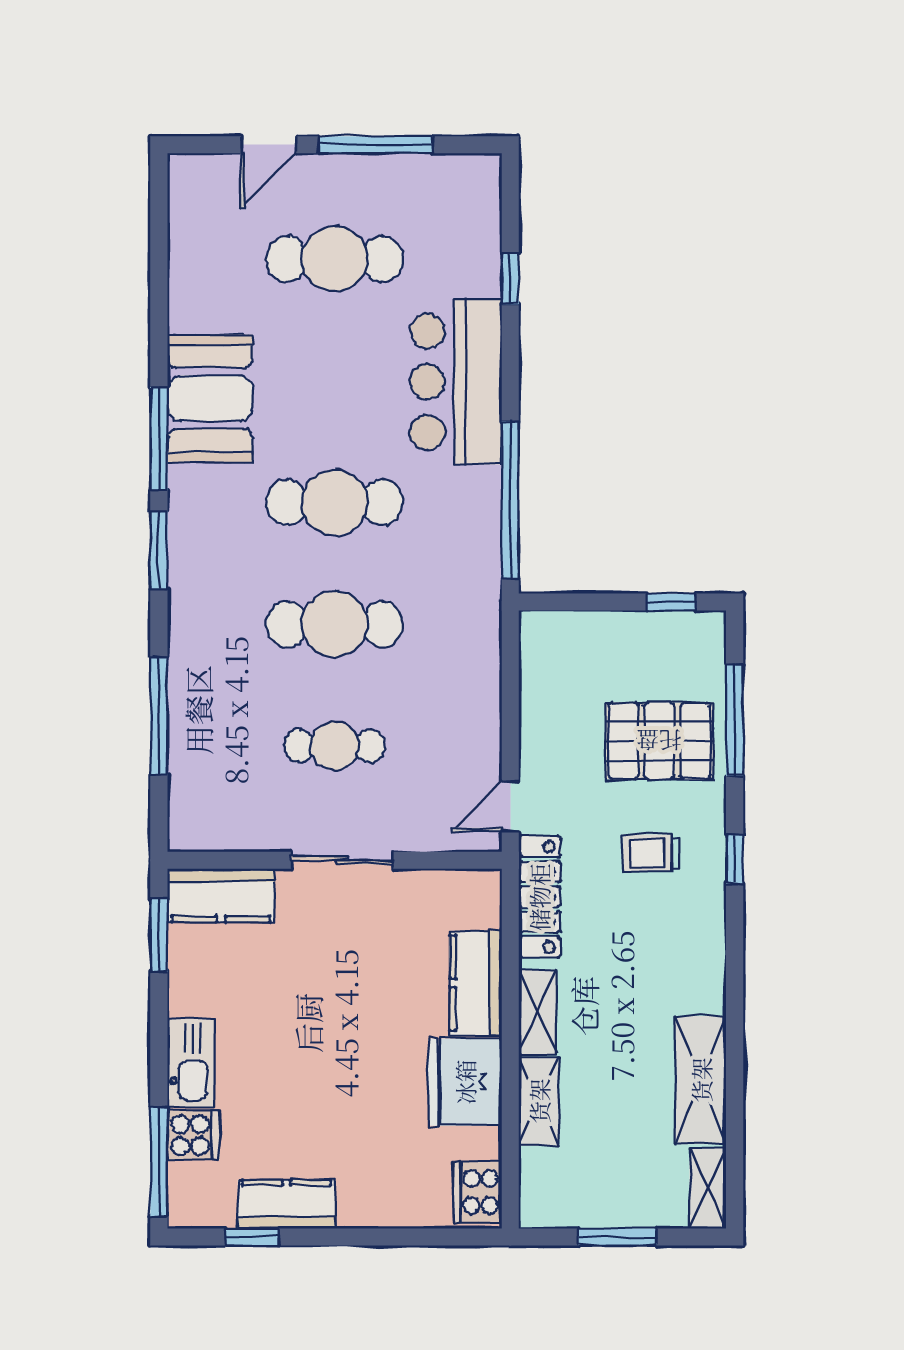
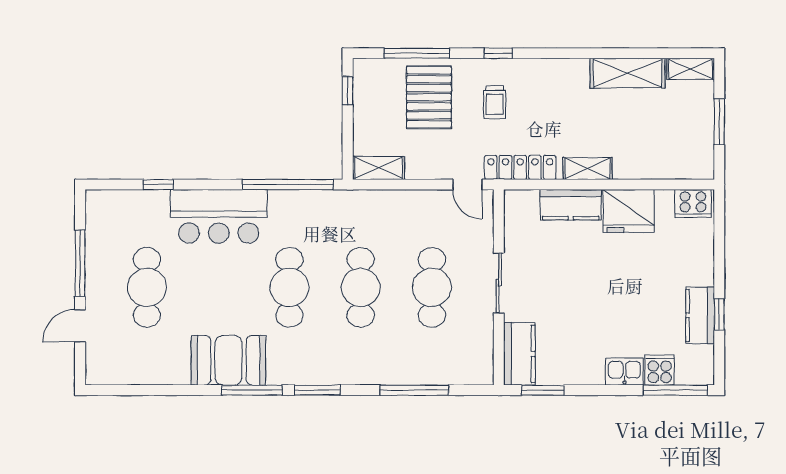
door: (269, 145) -> (80, 326), swing flipped
cafe table: (335, 746) -> (432, 287), width x1.37, depth x1.35
kitchen sink: (191, 1063) -> (624, 372), width x0.73
shelving: (539, 1101) -> (378, 168), moved
window: (252, 1237) -> (719, 314), moved

